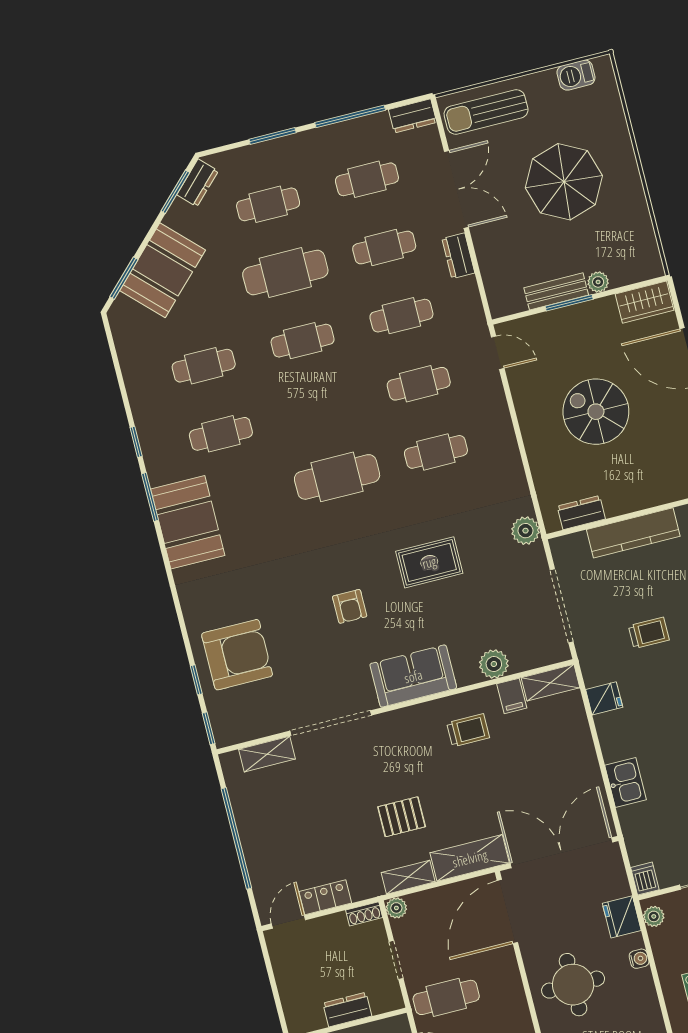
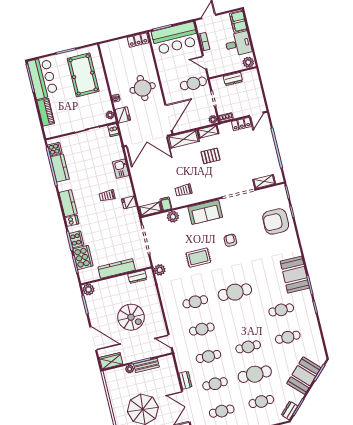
trolley: (649, 633) -> (107, 196), moved

